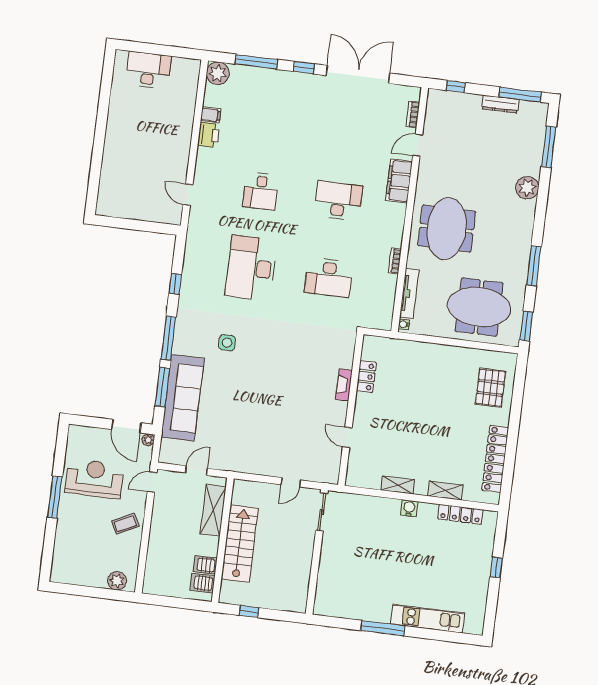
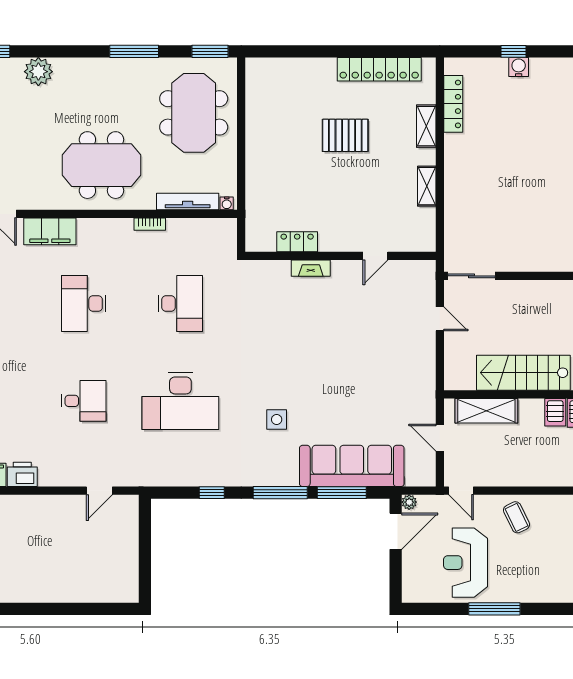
pallet: (490, 388) -> (345, 135), moved
water cooler: (409, 508) -> (519, 67), moved, turned 90

